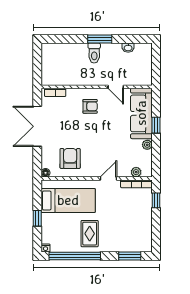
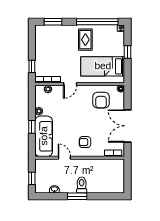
window: (156, 61) -> (32, 178), added
double door: (37, 126) -> (127, 126), swing flipped

